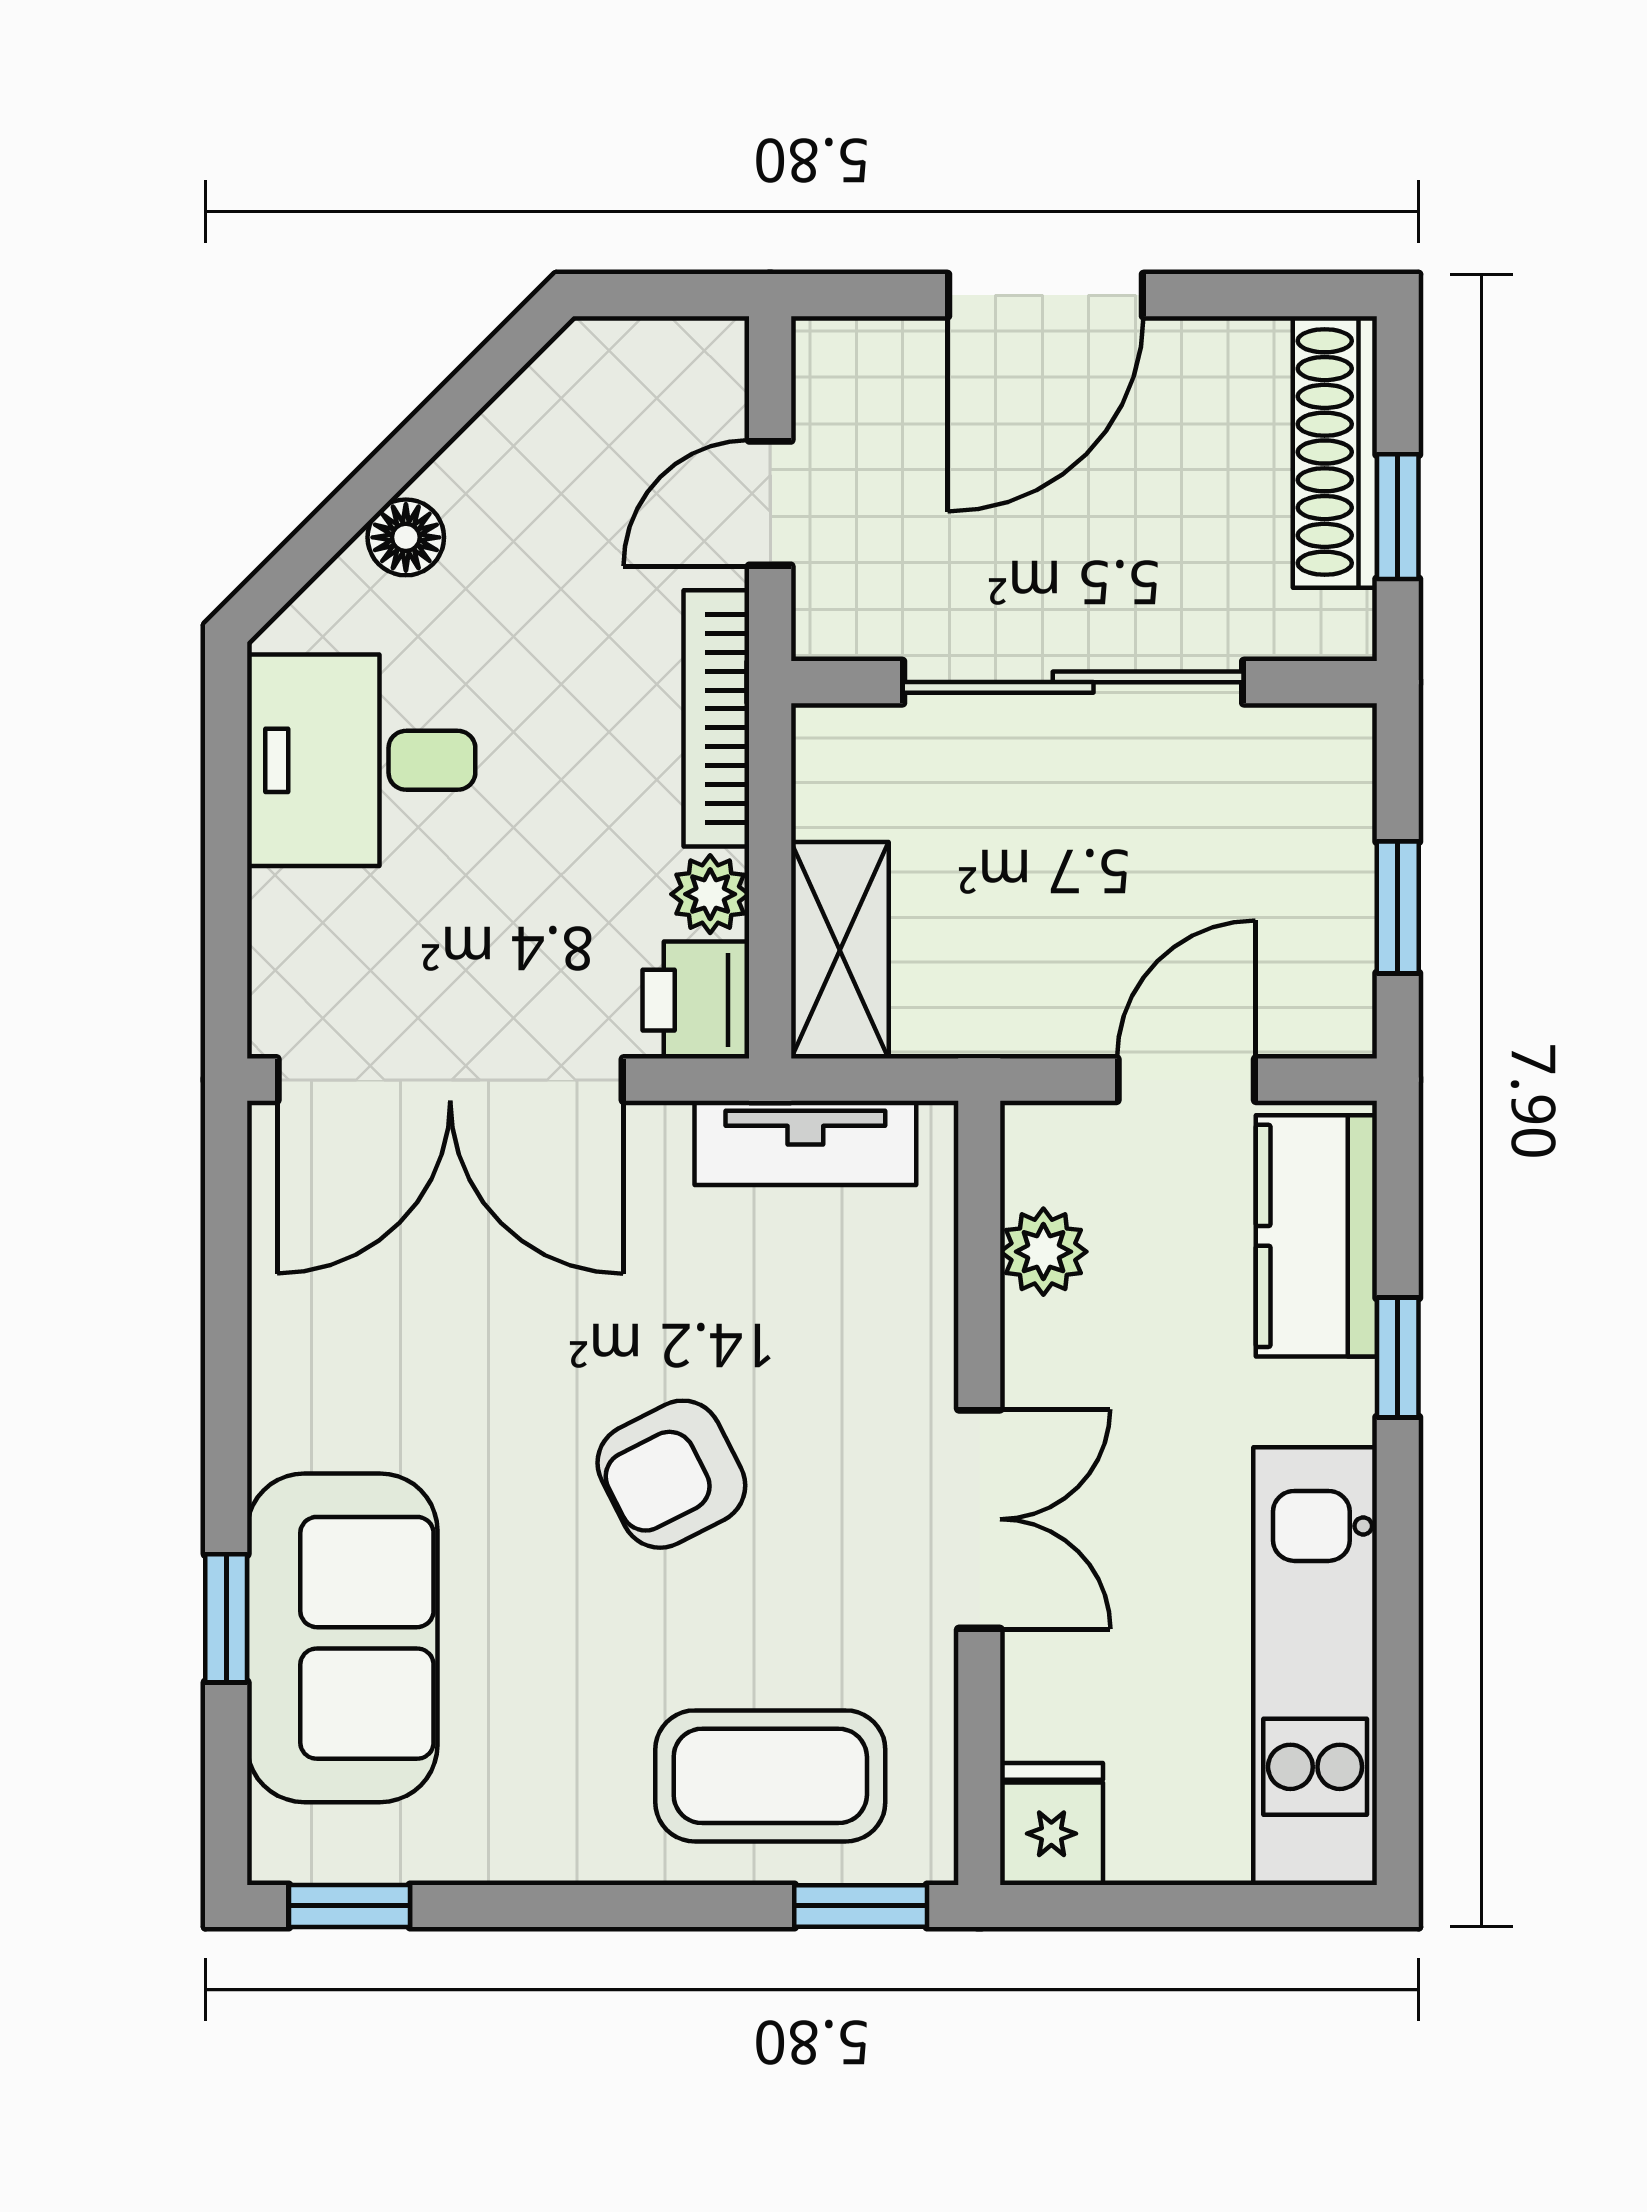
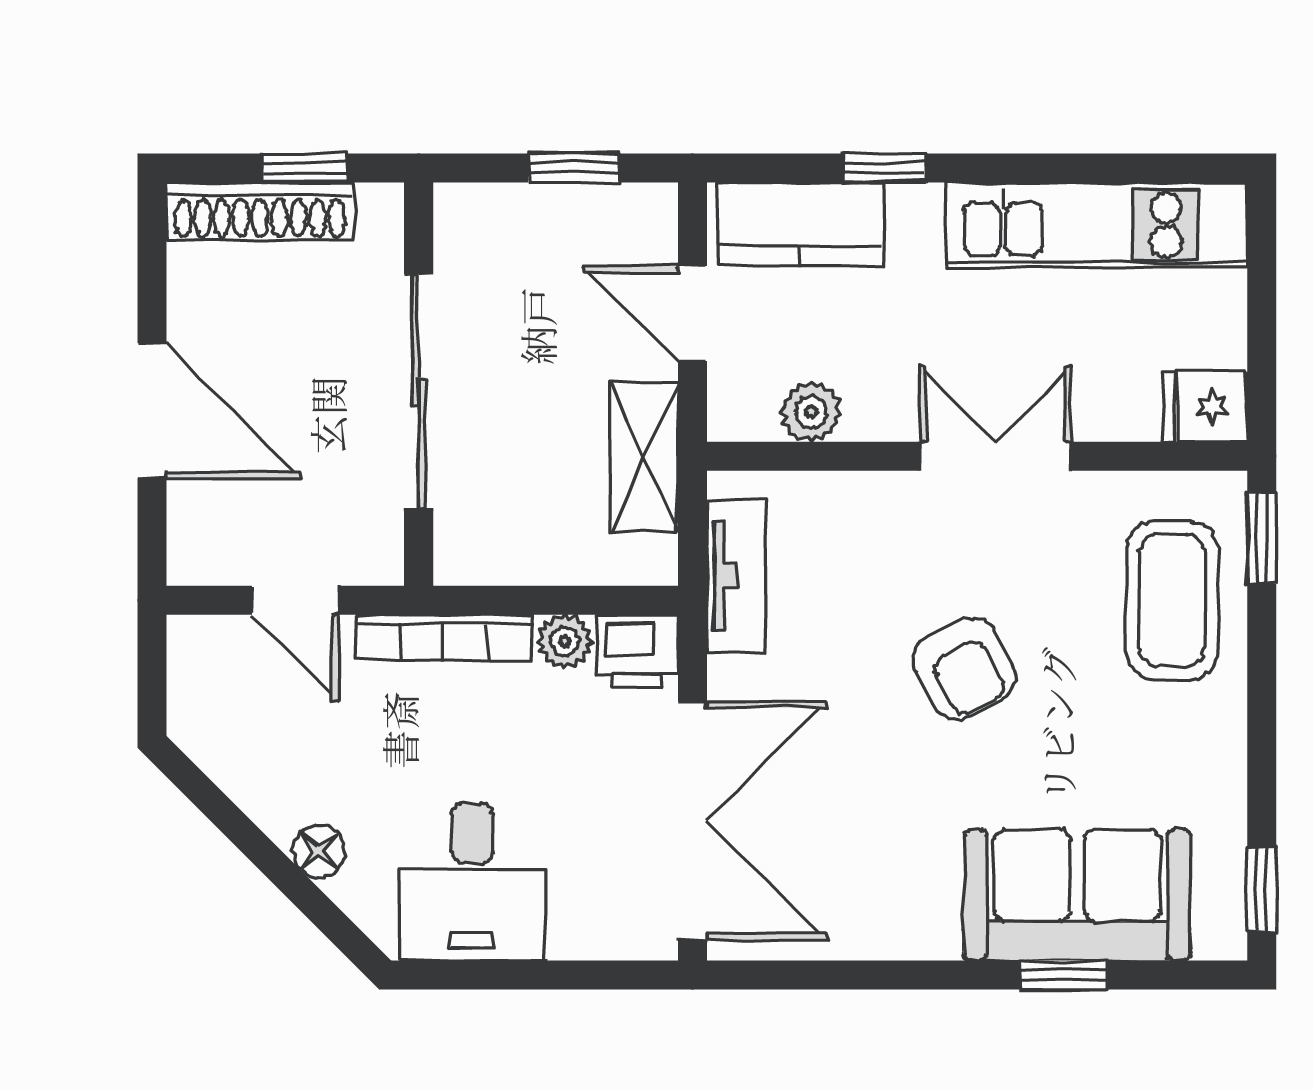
shelving: (840, 950) -> (644, 457), moved, turned 90

